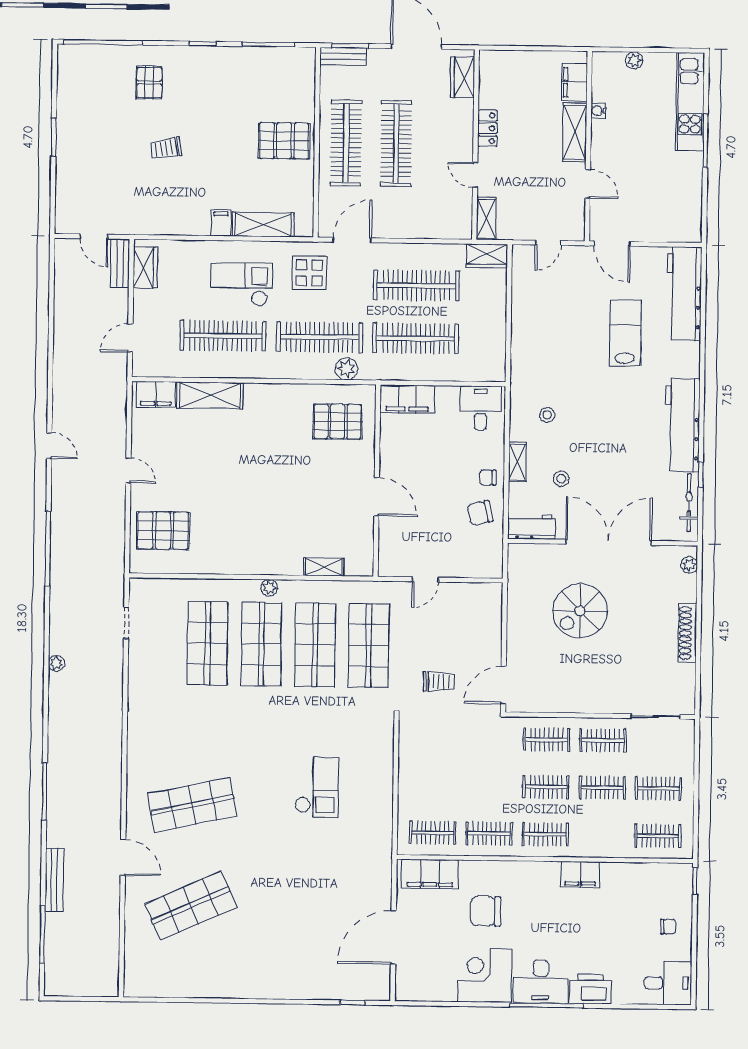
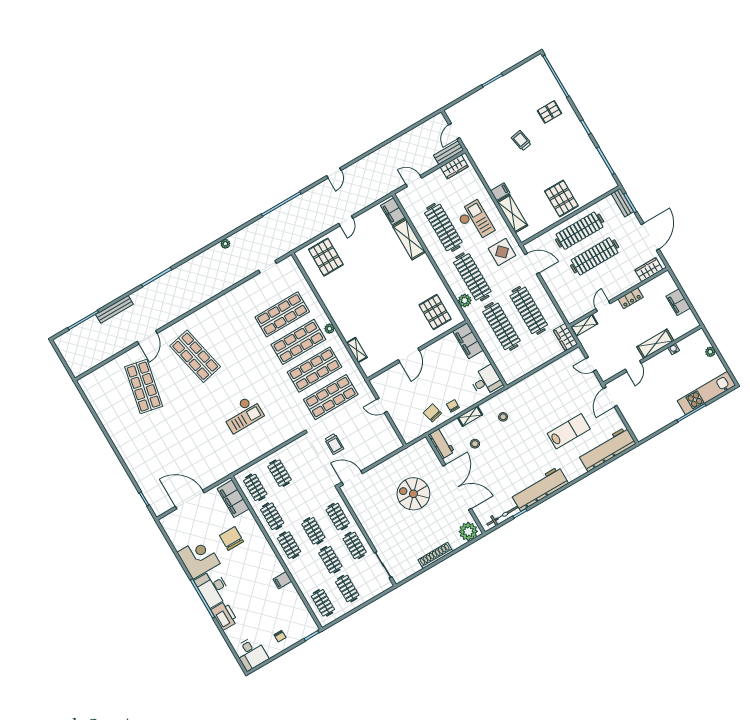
filing cabinet: (574, 82) -> (678, 302), moved, turned -90
plant: (689, 565) -> (468, 531), width x1.88, depth x1.88
clothes rail: (433, 785) -> (280, 473), added
filing cabinet: (580, 874) -> (282, 580), width x0.50
shop shelf: (191, 905) -> (144, 387), turned 36

